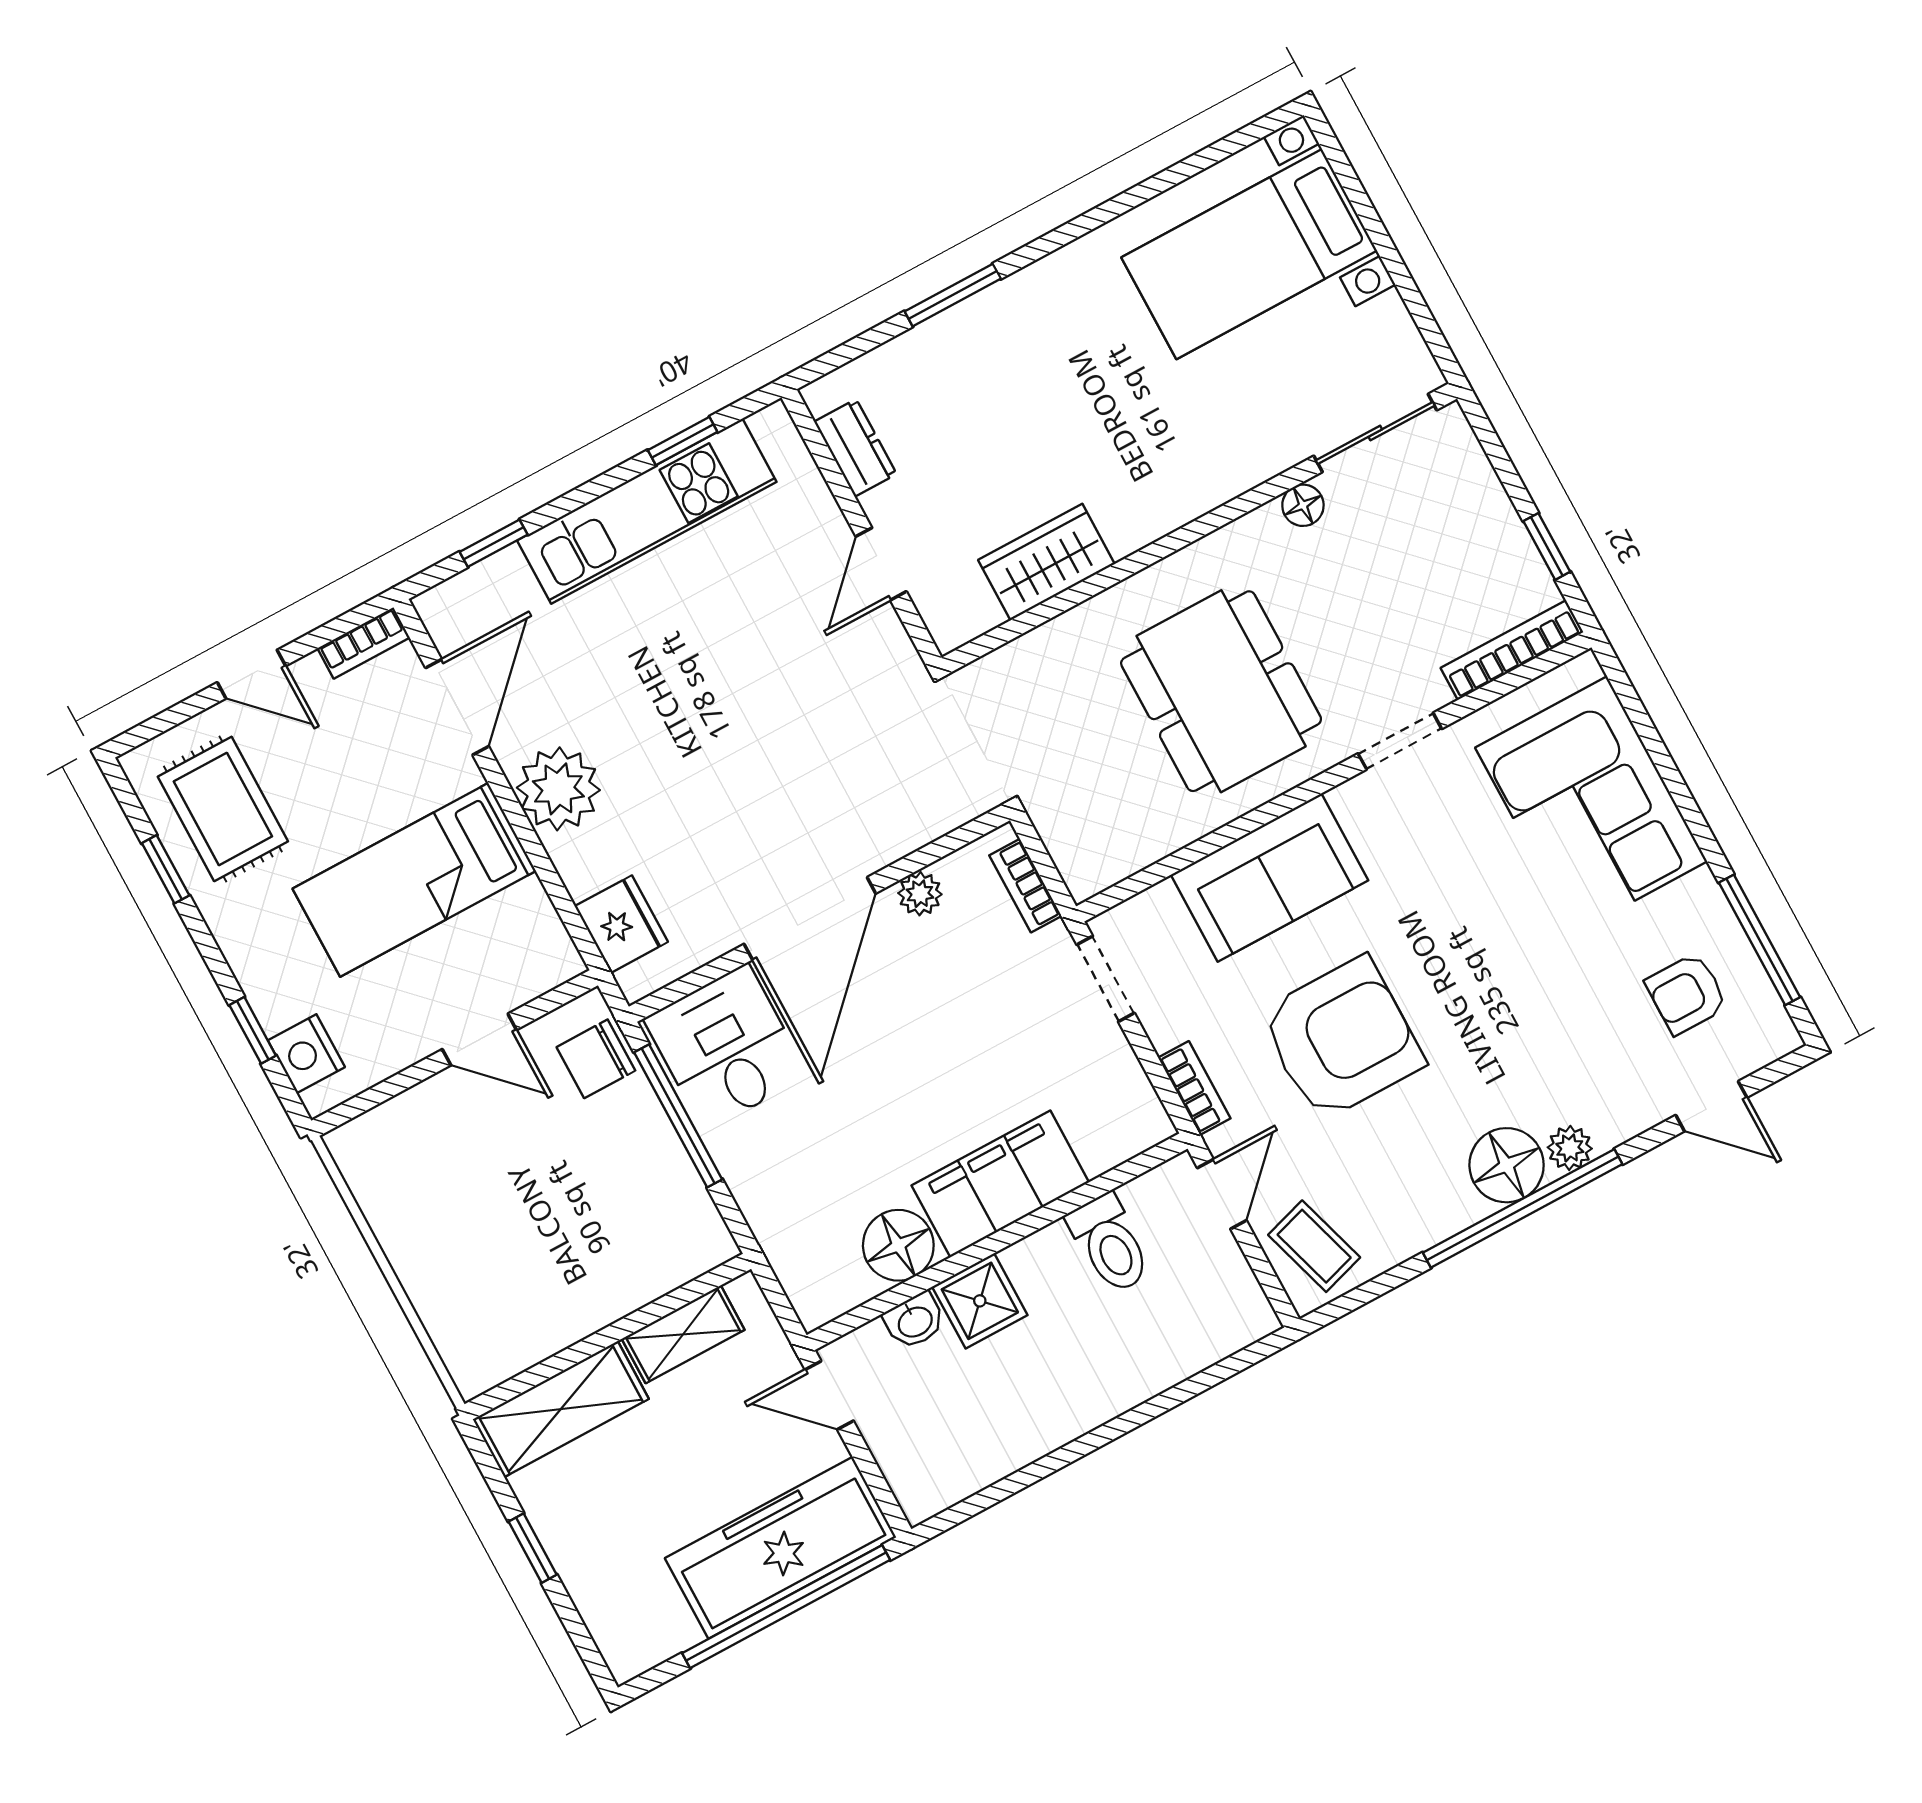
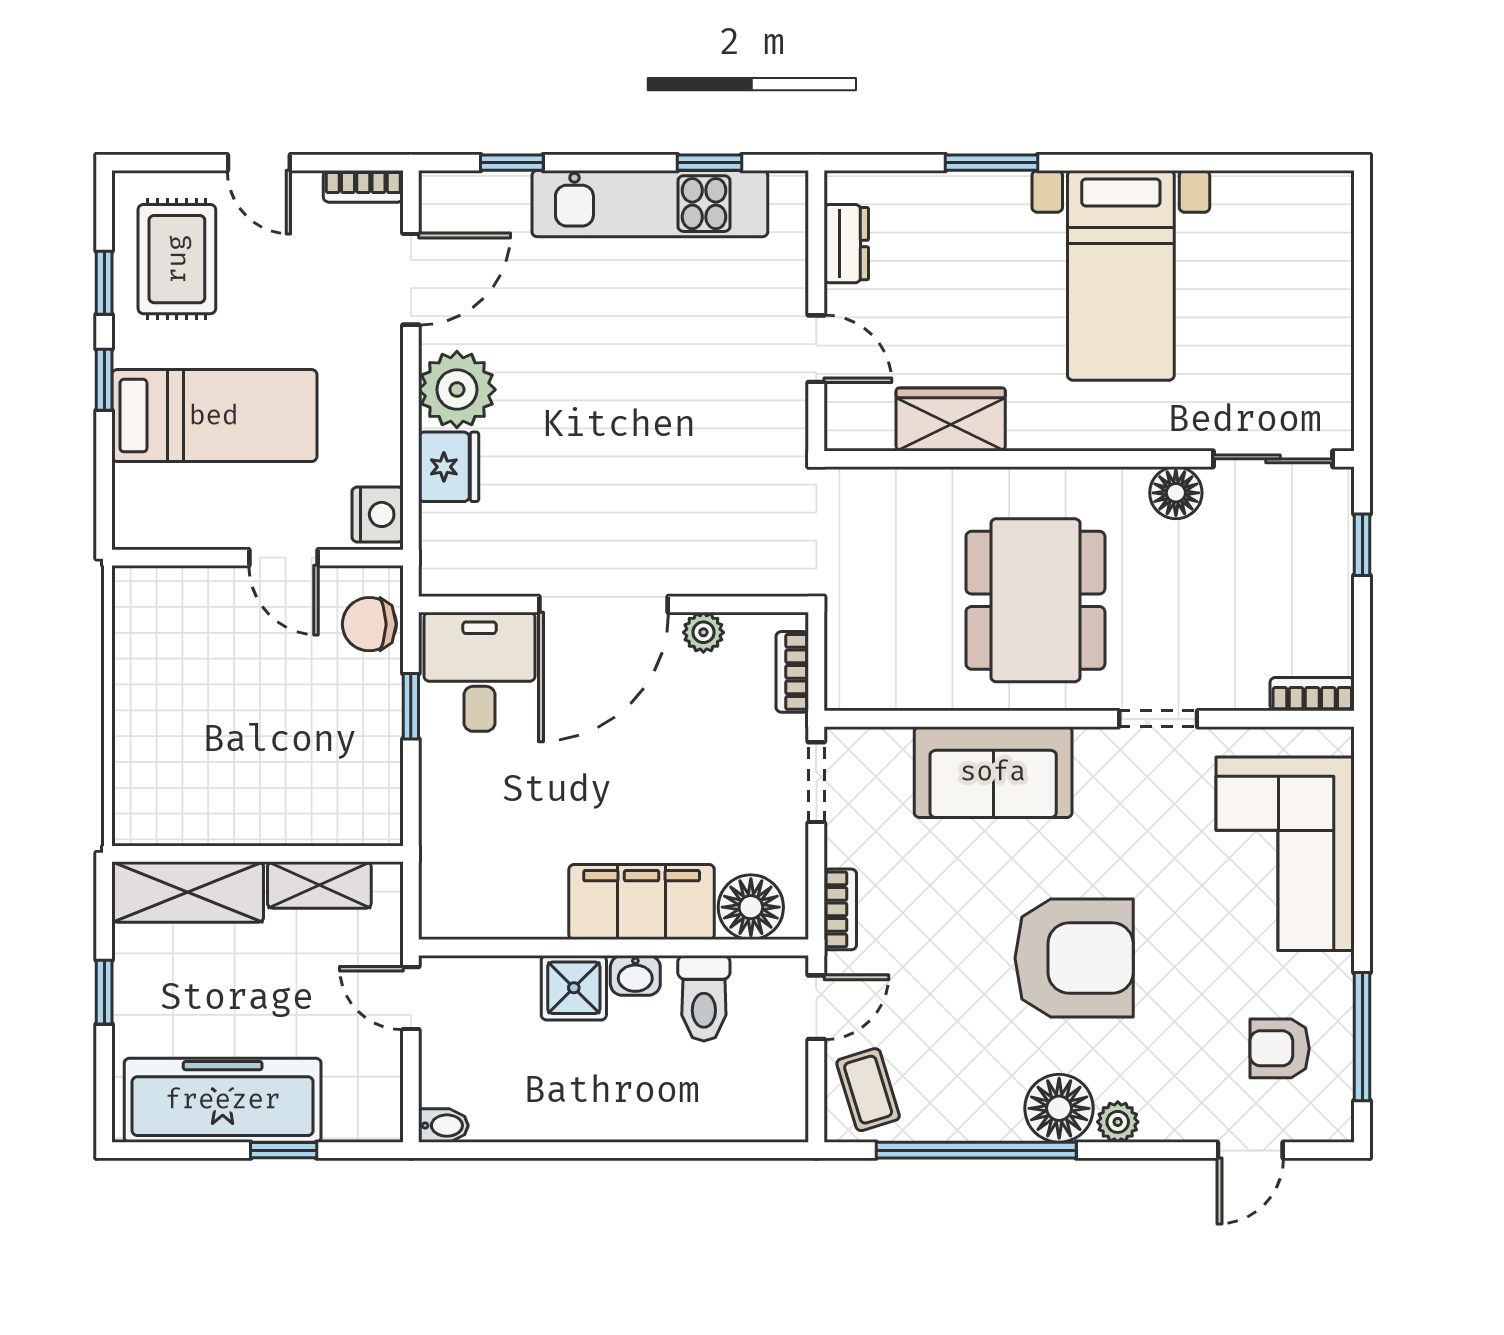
bed with nightstands: (1249, 254) -> (1121, 275), moved, turned -90
floor lamp: (1303, 505) -> (1176, 493), width x1.37, depth x1.37
window: (1547, 546) -> (1362, 545), moved
door: (881, 564) -> (816, 349), swing flipped
bookcase: (1512, 650) -> (1312, 694), width x0.64
bed: (414, 880) -> (214, 416), moved, turned 180
fridge: (621, 924) -> (449, 467), moved
window: (253, 1030) -> (104, 380), moved
armchair: (1342, 1039) -> (1074, 958), moved
nightstand: (306, 1054) -> (378, 514), moved, turned 180
door: (1711, 1106) -> (1250, 1150), hinge flipped
window: (678, 1116) -> (411, 706), width x0.46
window: (1523, 1208) -> (976, 1150), moved
floor lamp: (898, 1245) -> (751, 907), moved
washbasin: (915, 1321) -> (635, 975), moved
bidet: (926, 1500) -> (443, 1126), added
freezer: (781, 1548) -> (223, 1100), moved
window: (786, 1607) -> (284, 1150), width x0.32

